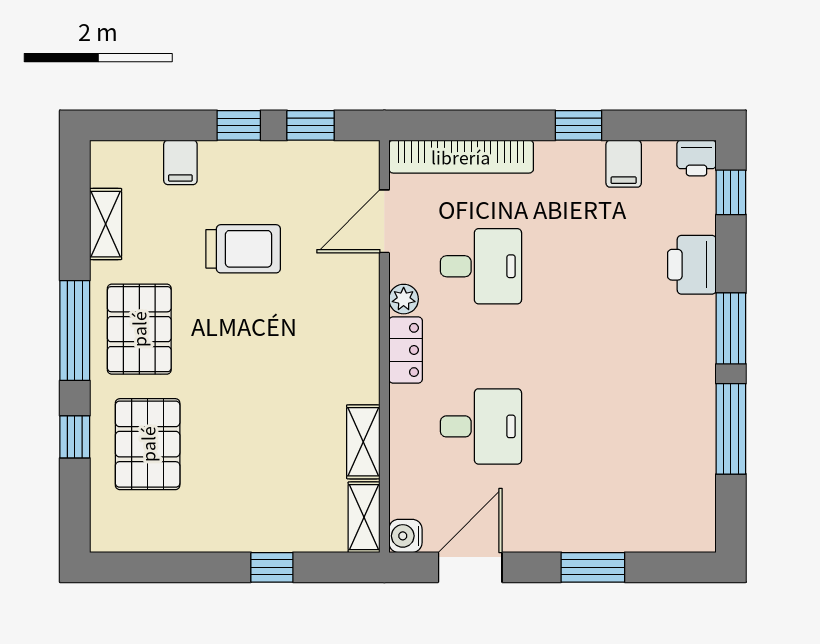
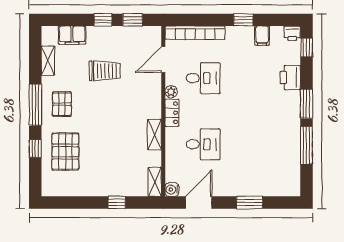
filing cabinet: (180, 162) -> (72, 35), width x2.00
pallet: (139, 329) -> (62, 104), width x0.67, depth x0.71
shelving: (363, 442) -> (154, 135), moved

